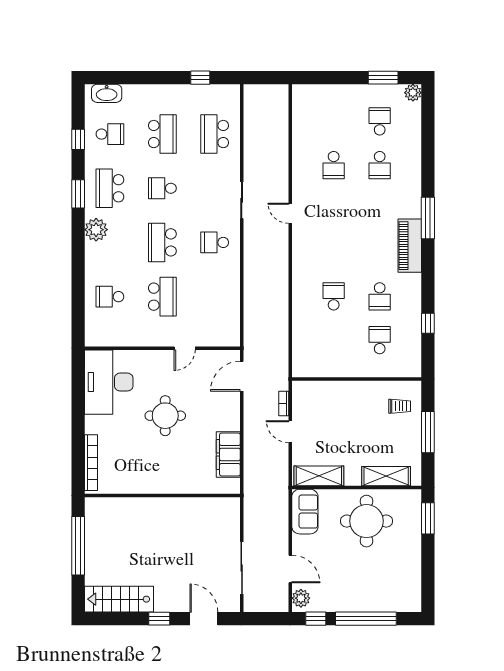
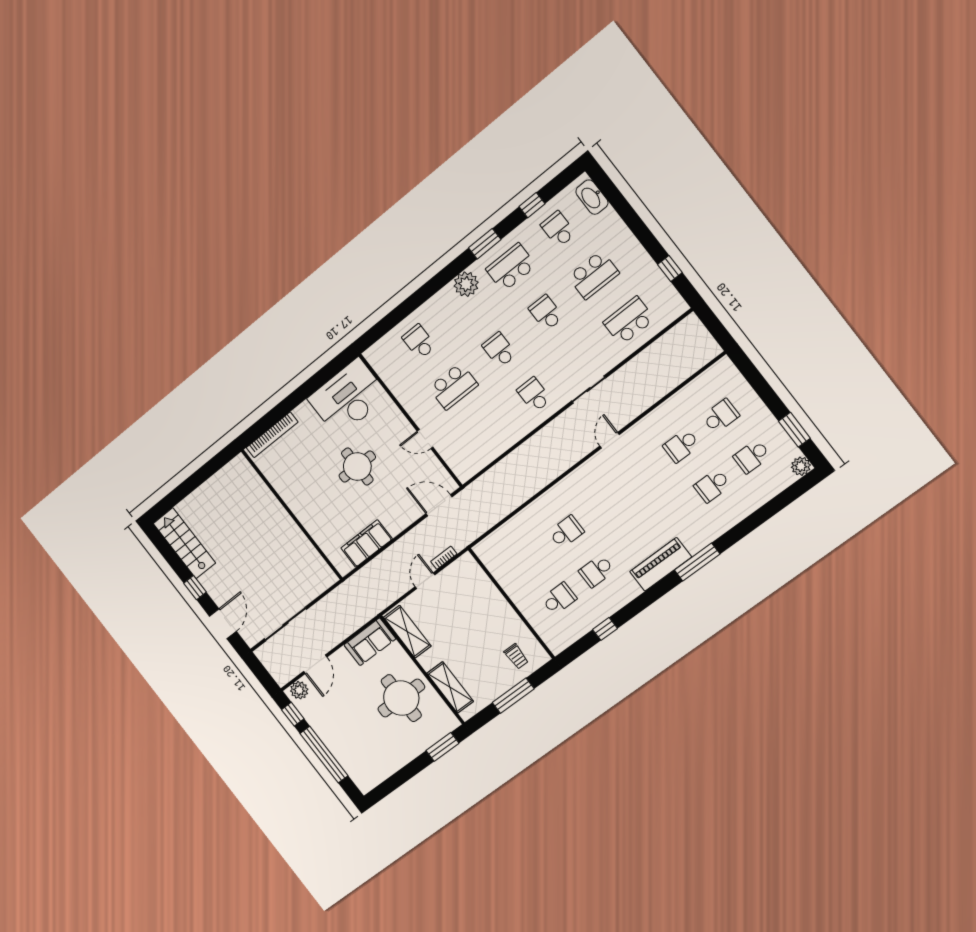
school desk: (334, 121) -> (721, 416), added
school desk: (380, 121) -> (752, 456), turned 180
school desk: (110, 134) -> (558, 229), turned 180
school desk: (162, 242) -> (499, 350), width x0.54
window: (78, 546) -> (199, 477), removed

